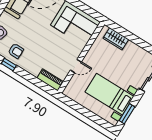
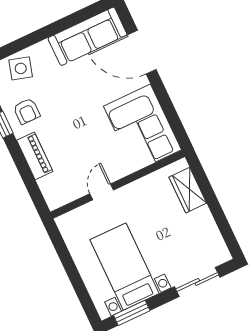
door: (76, 66) -> (102, 192), swing flipped
piano: (50, 80) -> (35, 156), moved

